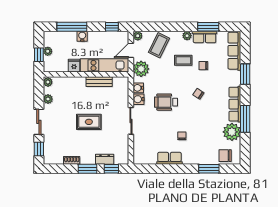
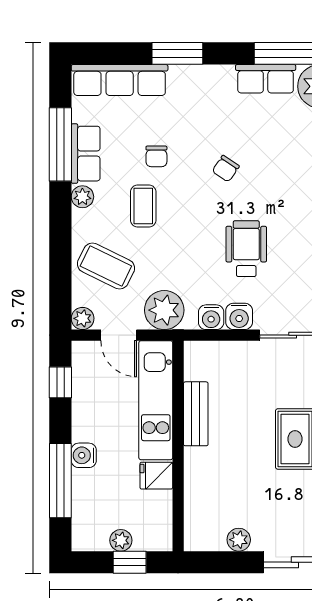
window: (208, 27) -> (60, 144), width x1.44
plant: (48, 82) -> (197, 540), removed
wheelchair: (166, 102) -> (246, 249), turned 180
row of seats: (235, 104) -> (266, 79), width x0.68

